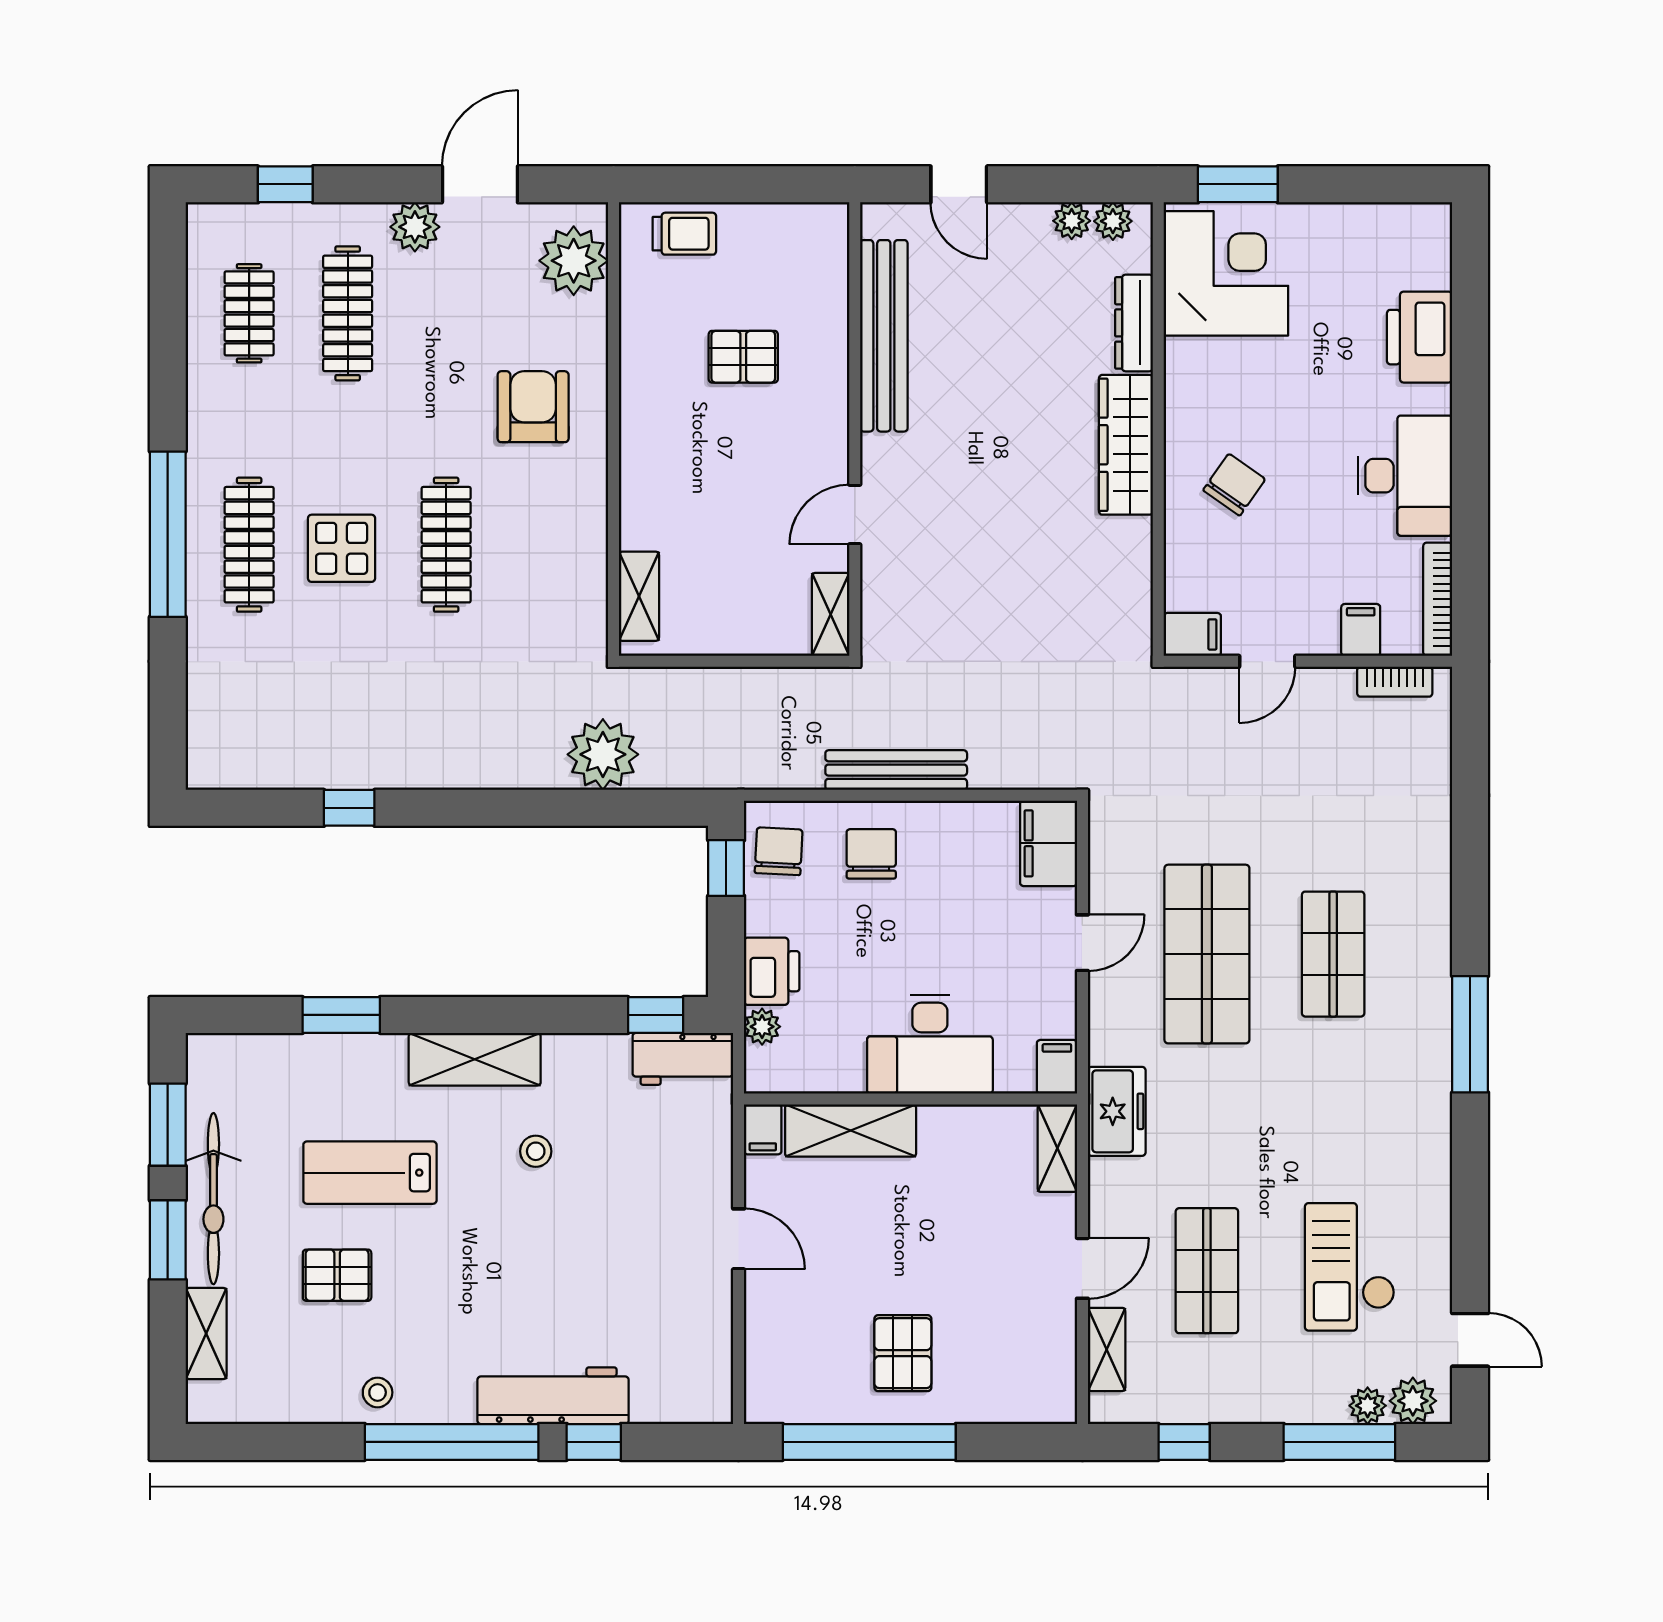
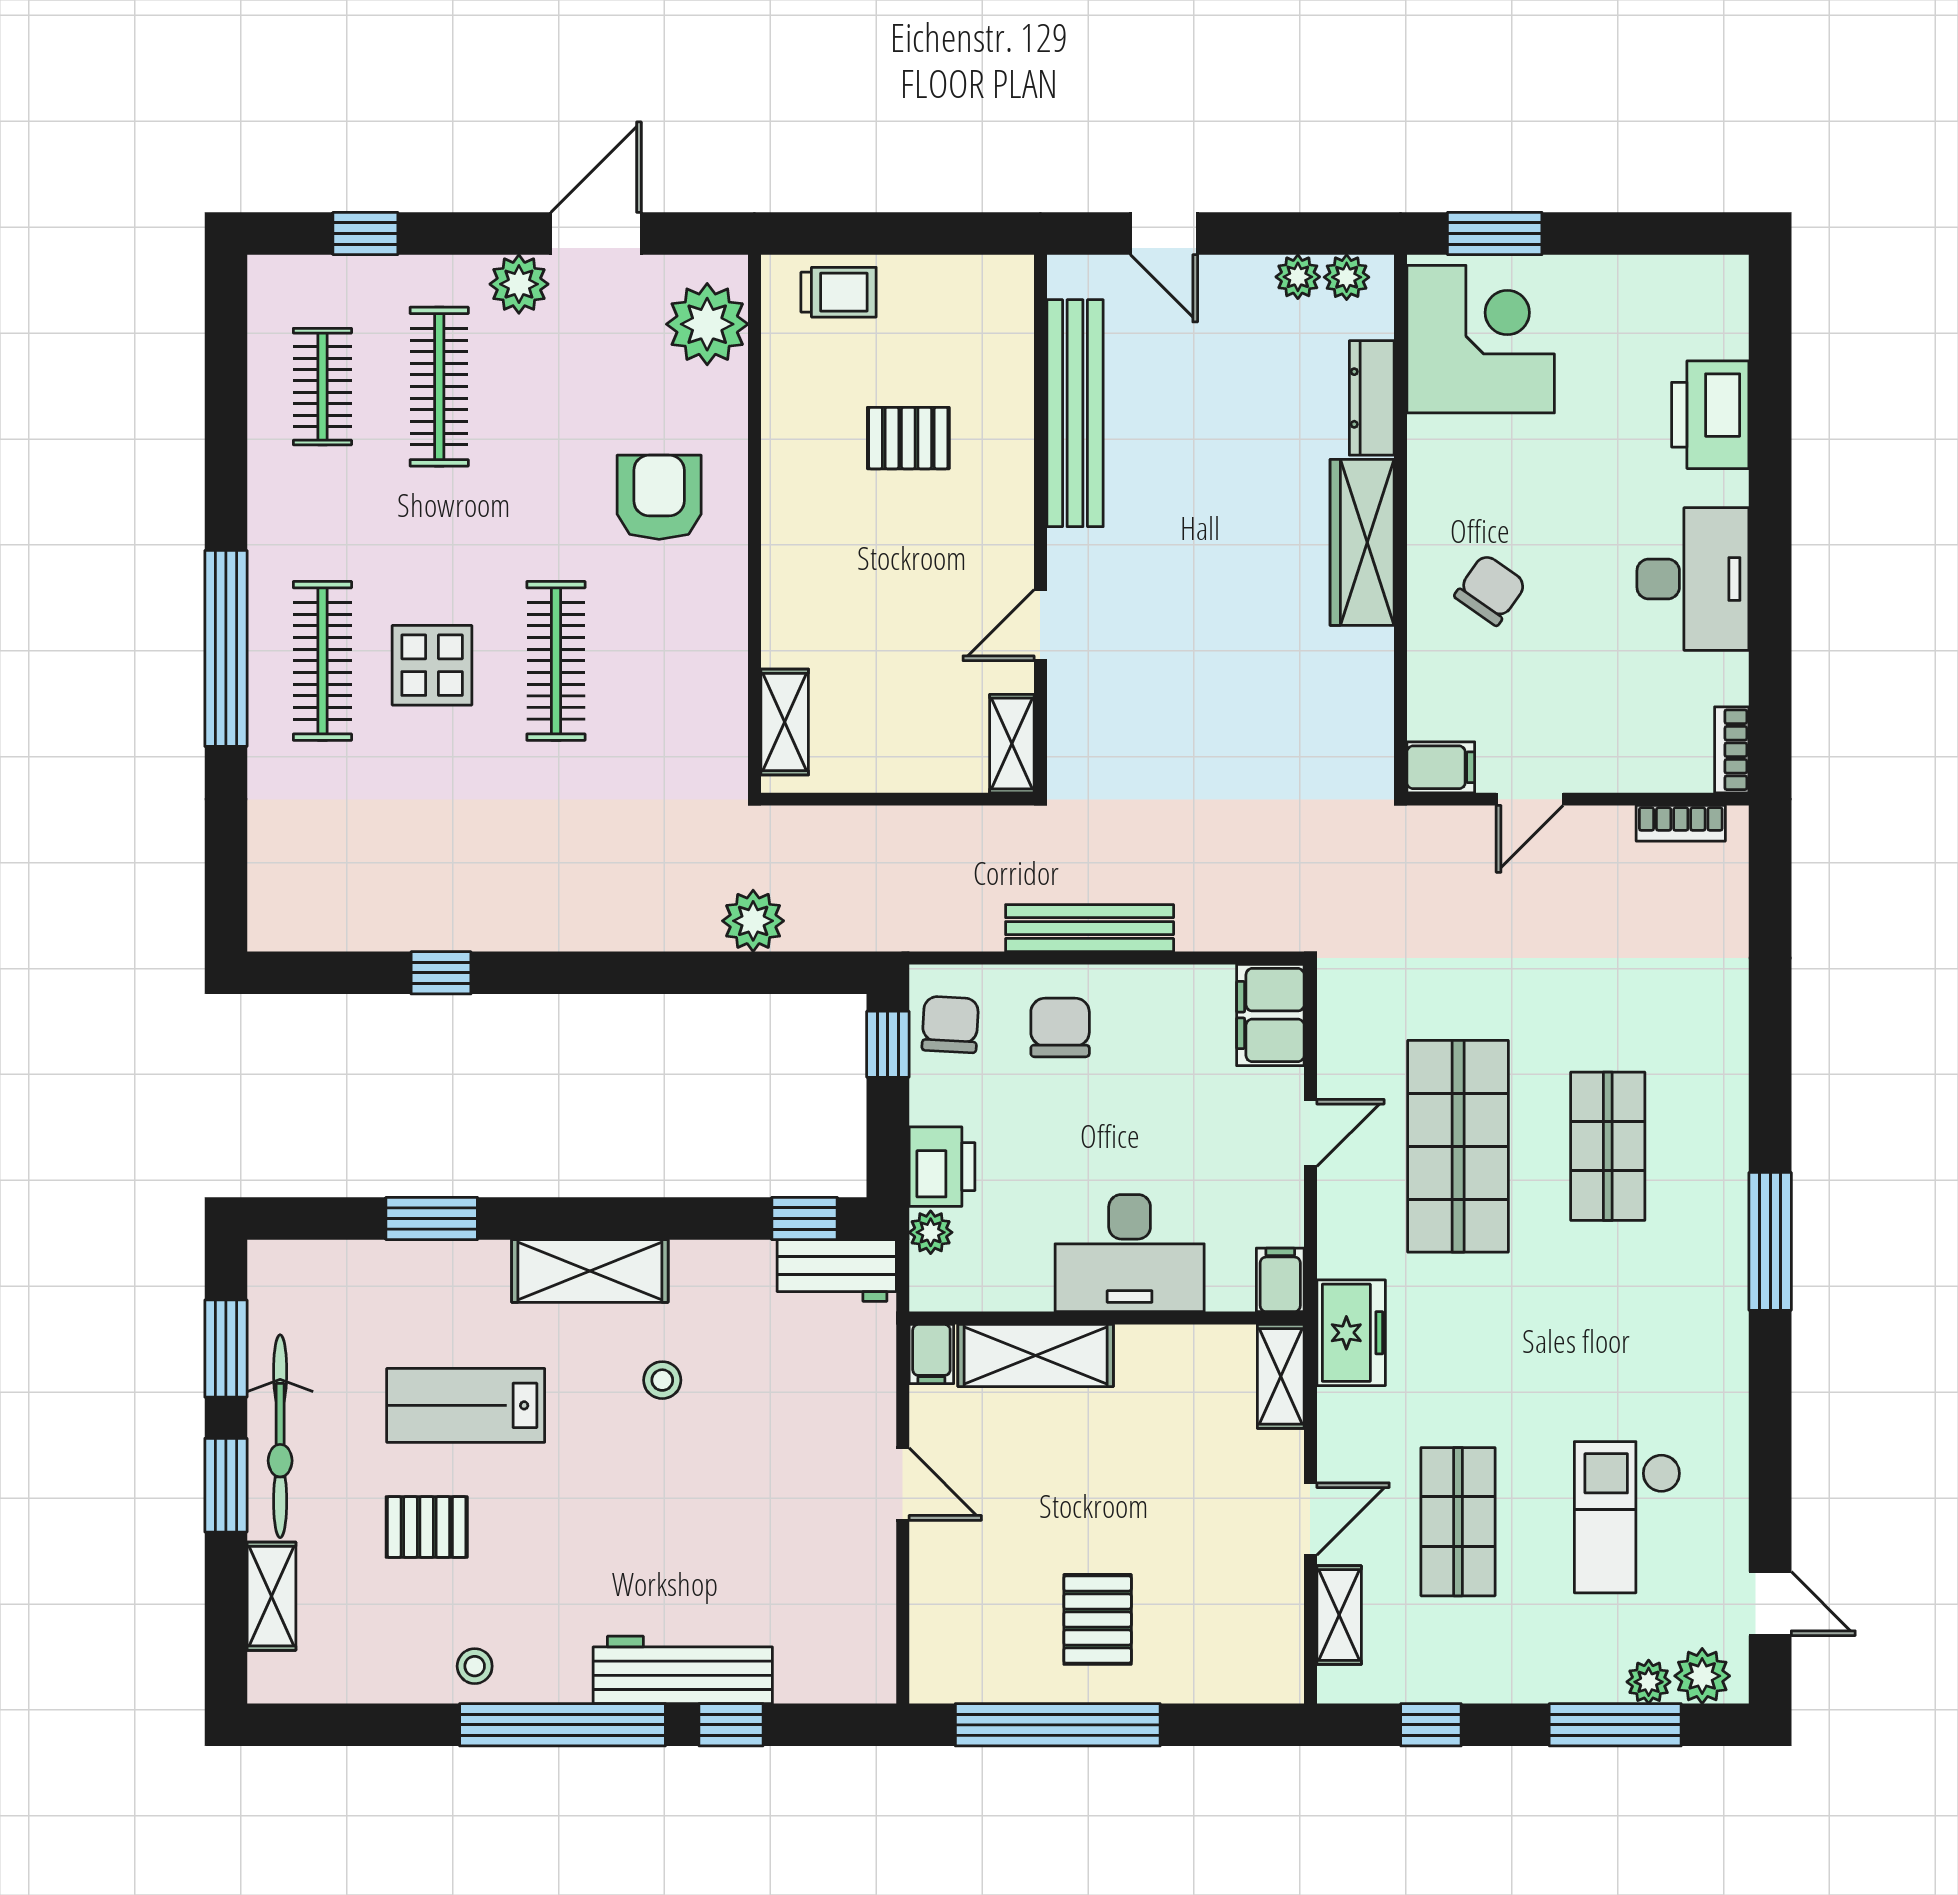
bookcase: (1438, 599) -> (1732, 750), width x0.64
filing cabinet: (1361, 630) -> (1640, 762), removed
plant: (603, 754) -> (753, 921), width x0.73, depth x0.73

